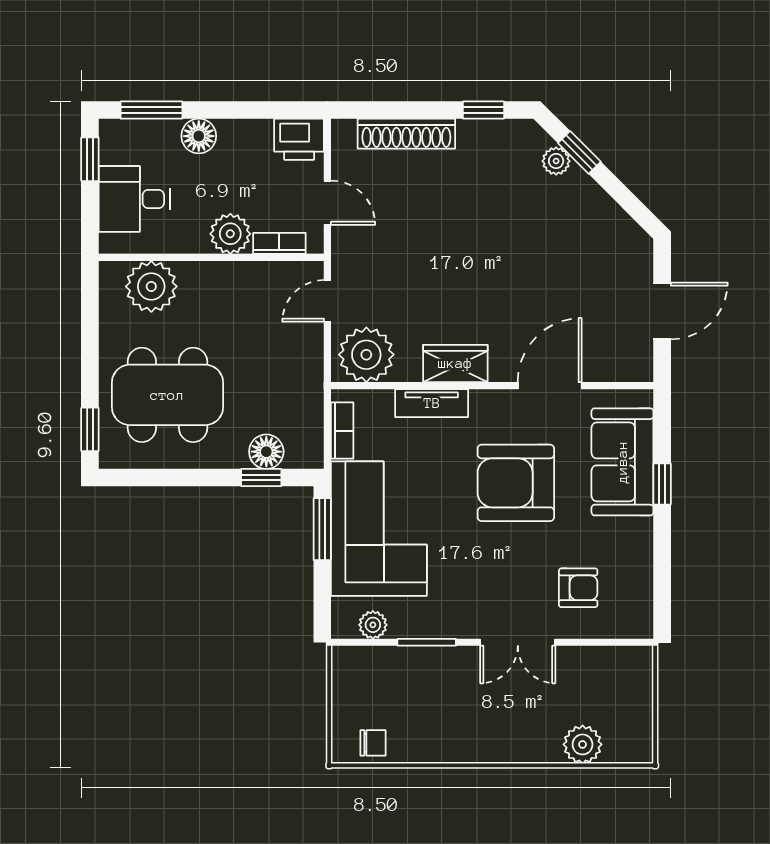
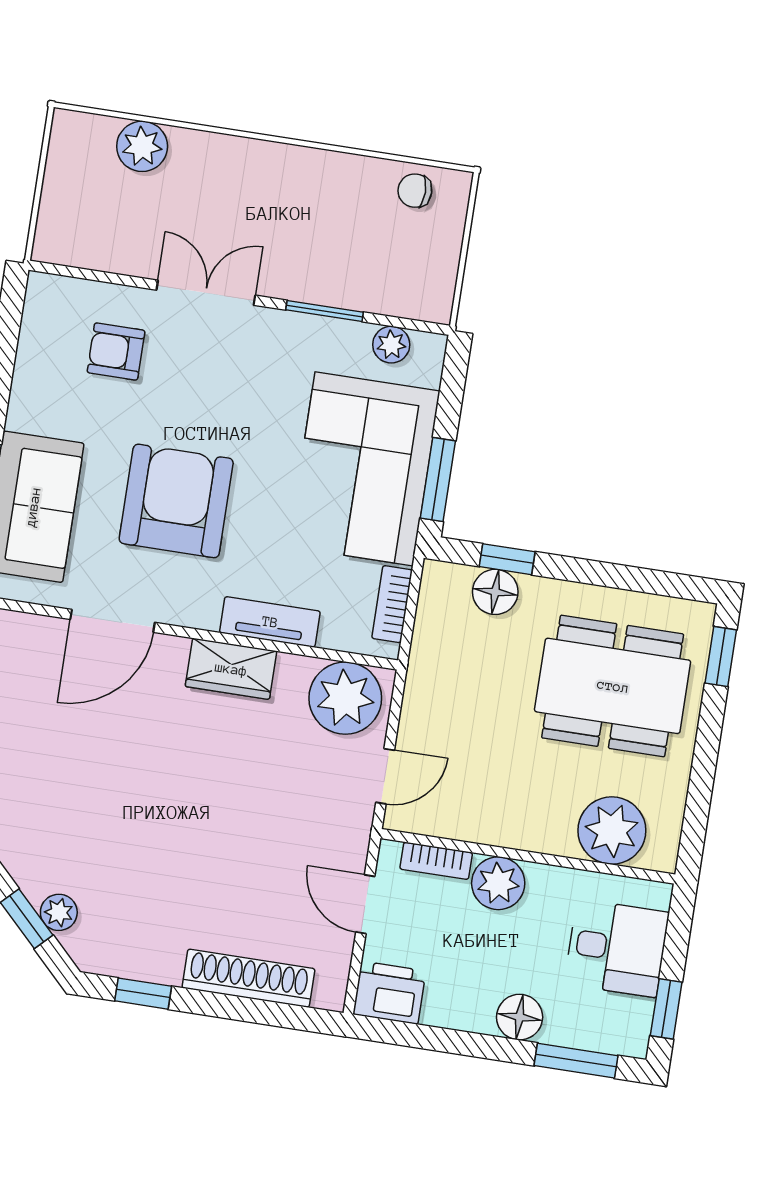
armchair: (516, 483) -> (176, 501), turned -90

